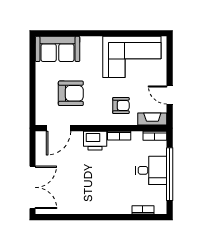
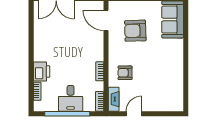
corner sofa: (132, 57) -> (166, 82), removed
armchair: (71, 93) -> (135, 31), turned 88
armchair: (121, 105) -> (125, 73), turned 90
printer: (95, 141) -> (42, 72), moved, turned 180

